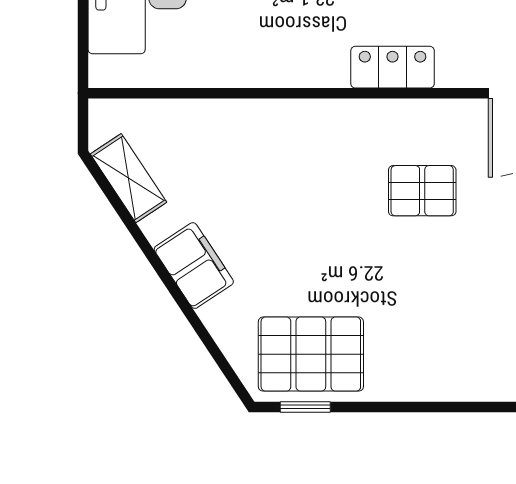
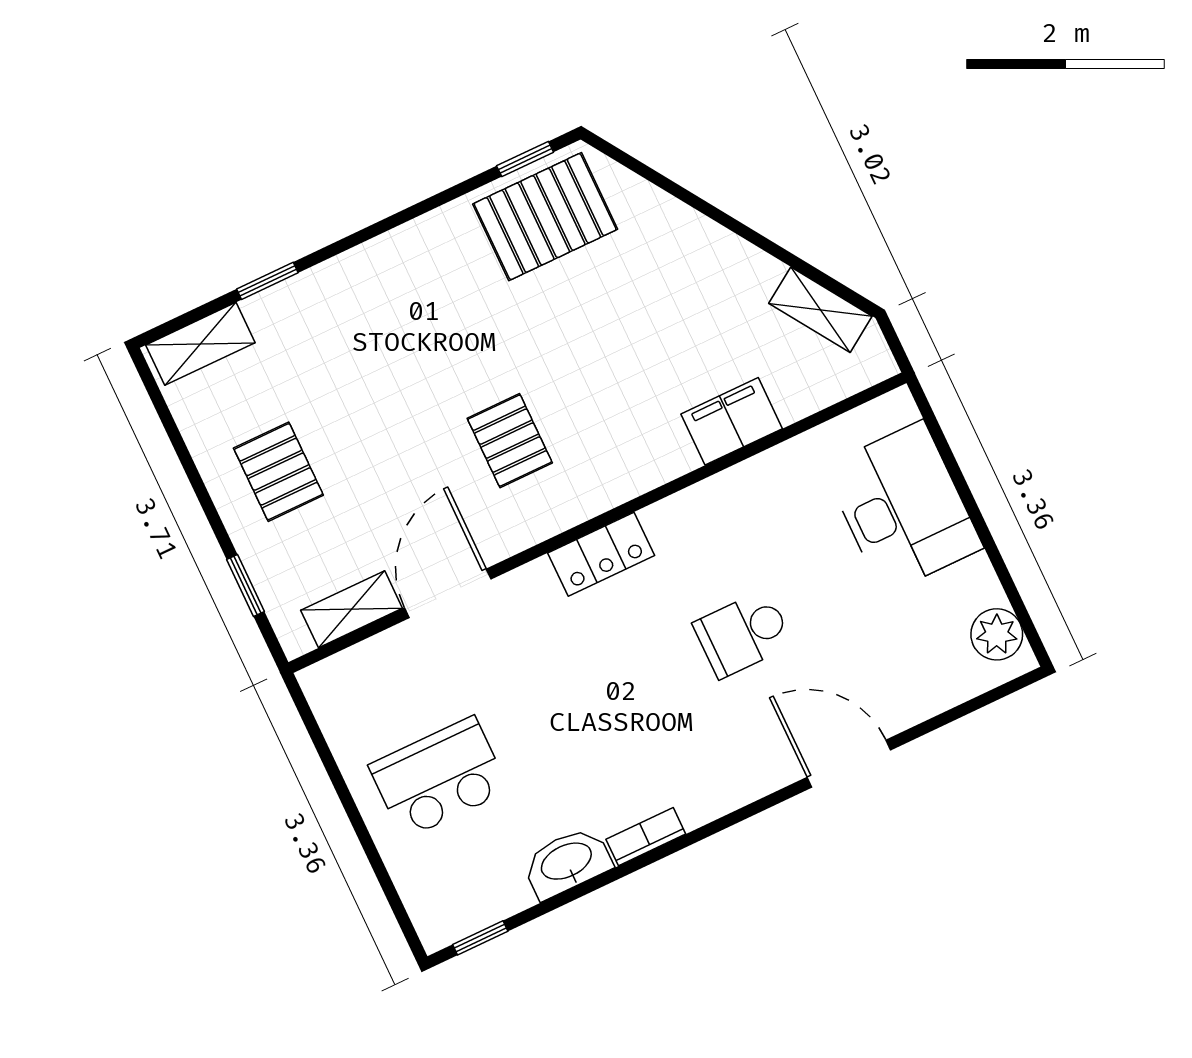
pallet: (422, 191) -> (510, 441), turned 90
filing cabinet: (194, 266) -> (732, 421), moved, turned 124

